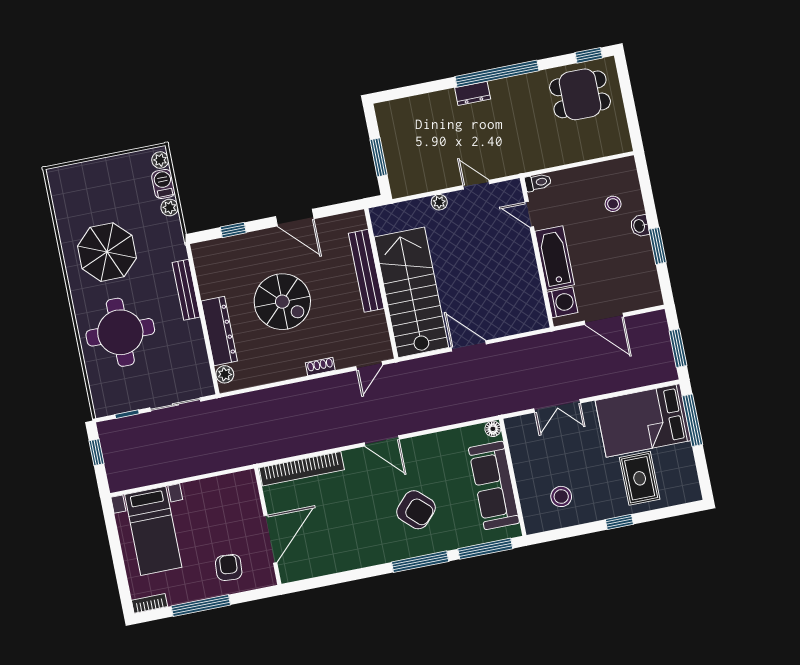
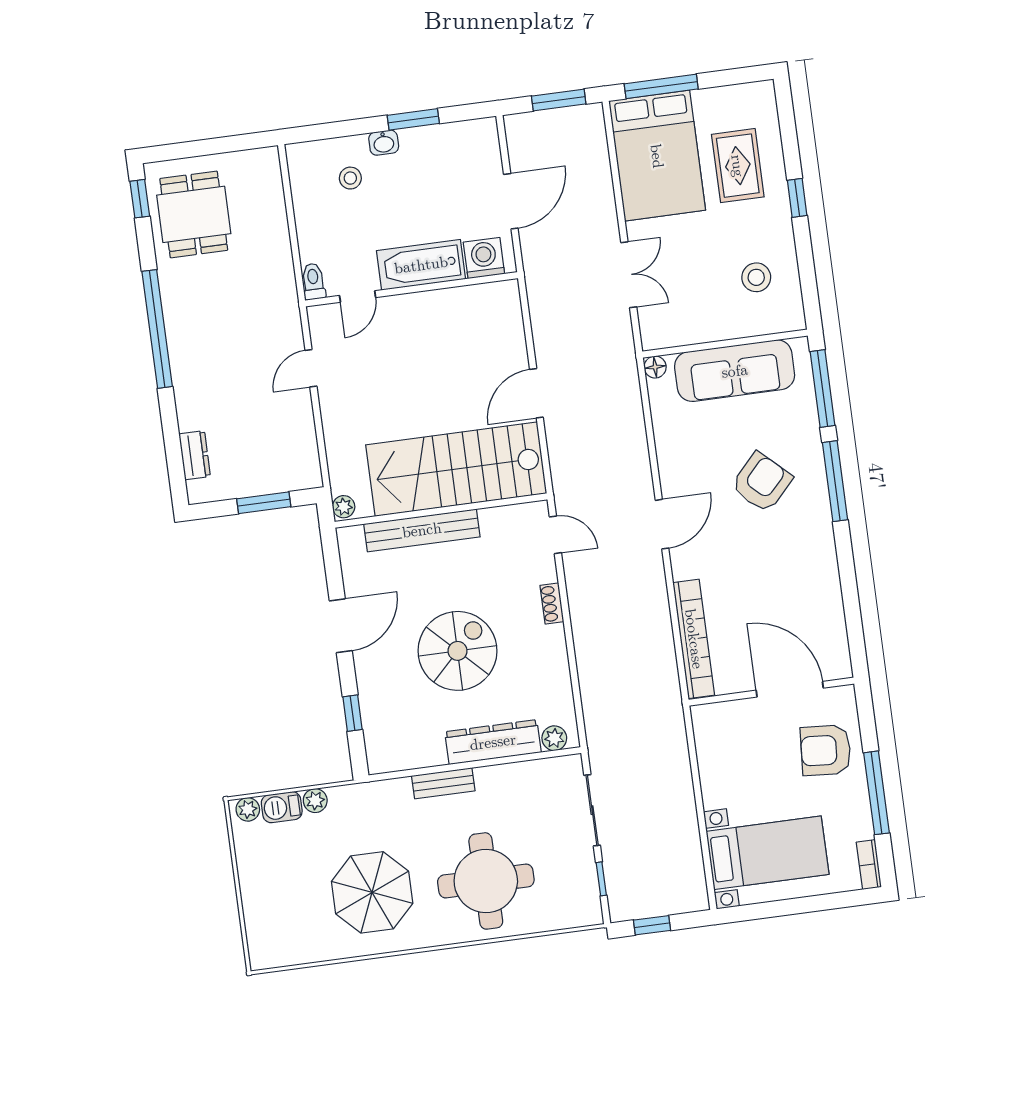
dresser: (473, 93) -> (195, 455), moved
plant: (439, 202) -> (344, 507), moved
bench: (186, 290) -> (443, 783), width x0.73
rug: (640, 478) -> (738, 166), turned 90
armchair: (229, 567) -> (826, 750), width x1.38, depth x1.38

